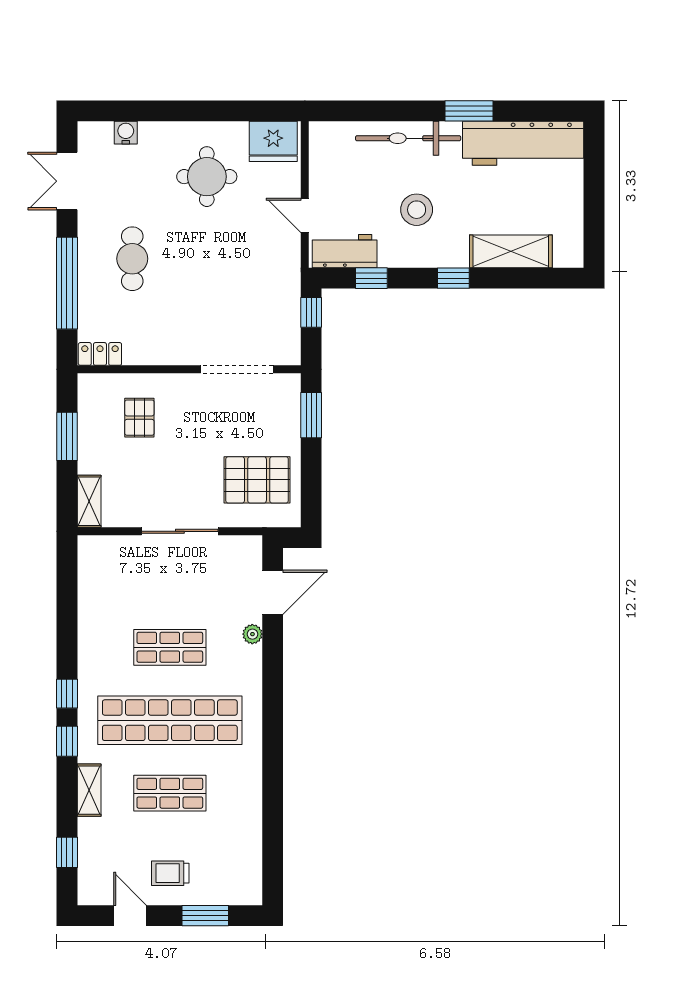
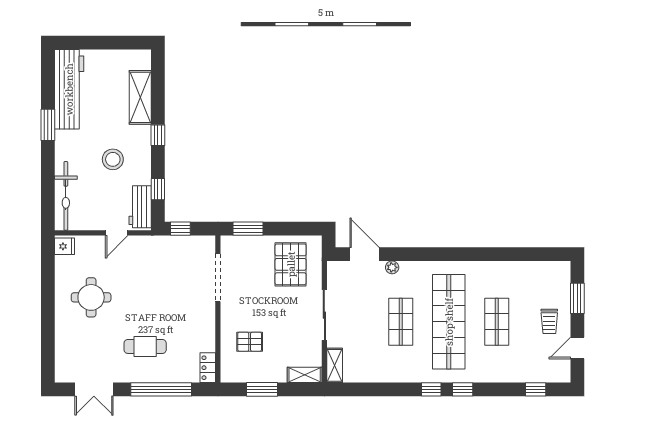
water cooler: (126, 133) -> (62, 351), removed
bicycle: (408, 138) -> (66, 196), moved
fridge: (273, 141) -> (65, 246), width x0.53, depth x0.75
shelving: (89, 790) -> (335, 365), moved, turned 90

